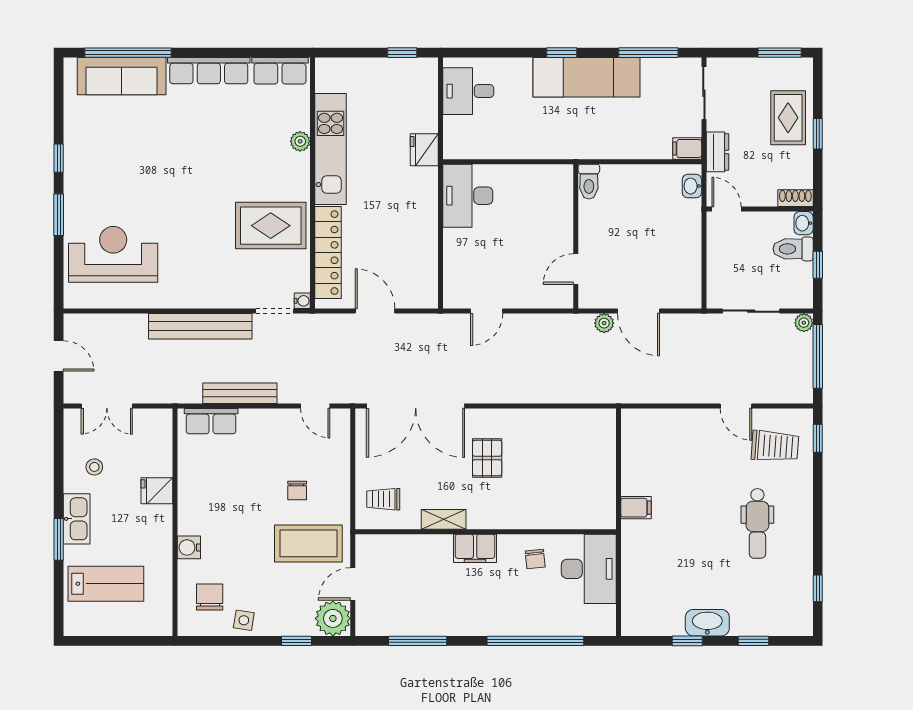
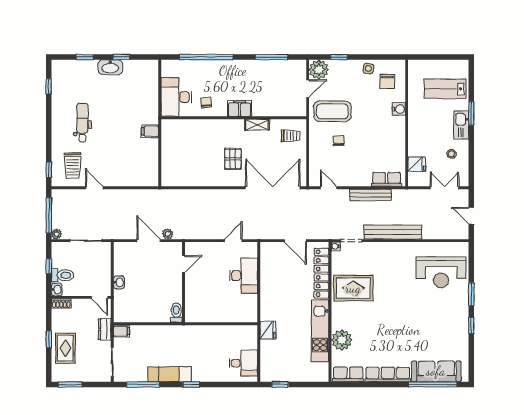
exam couch: (587, 77) -> (170, 374), width x0.73, depth x0.69
plant: (300, 141) -> (342, 340), width x1.87, depth x1.87
washbasin: (692, 186) -> (119, 282), moved
desk: (468, 196) -> (244, 276), moved
trolley: (775, 446) -> (73, 165), turned -94
fridge: (157, 491) -> (417, 164), moved

